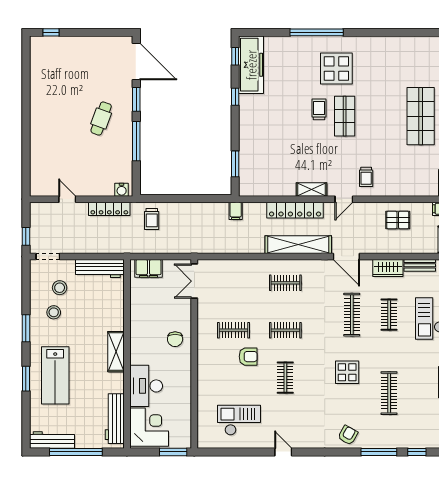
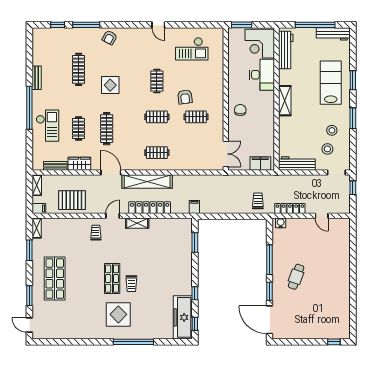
pallet: (398, 220) -> (72, 200), width x1.50, depth x1.42
armchair: (248, 357) -> (185, 97), turned -97

